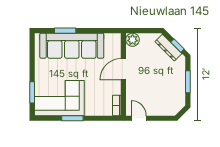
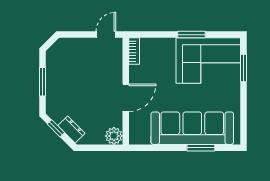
dresser: (168, 48) -> (71, 130), width x0.70
door: (139, 118) -> (106, 35), swing flipped

